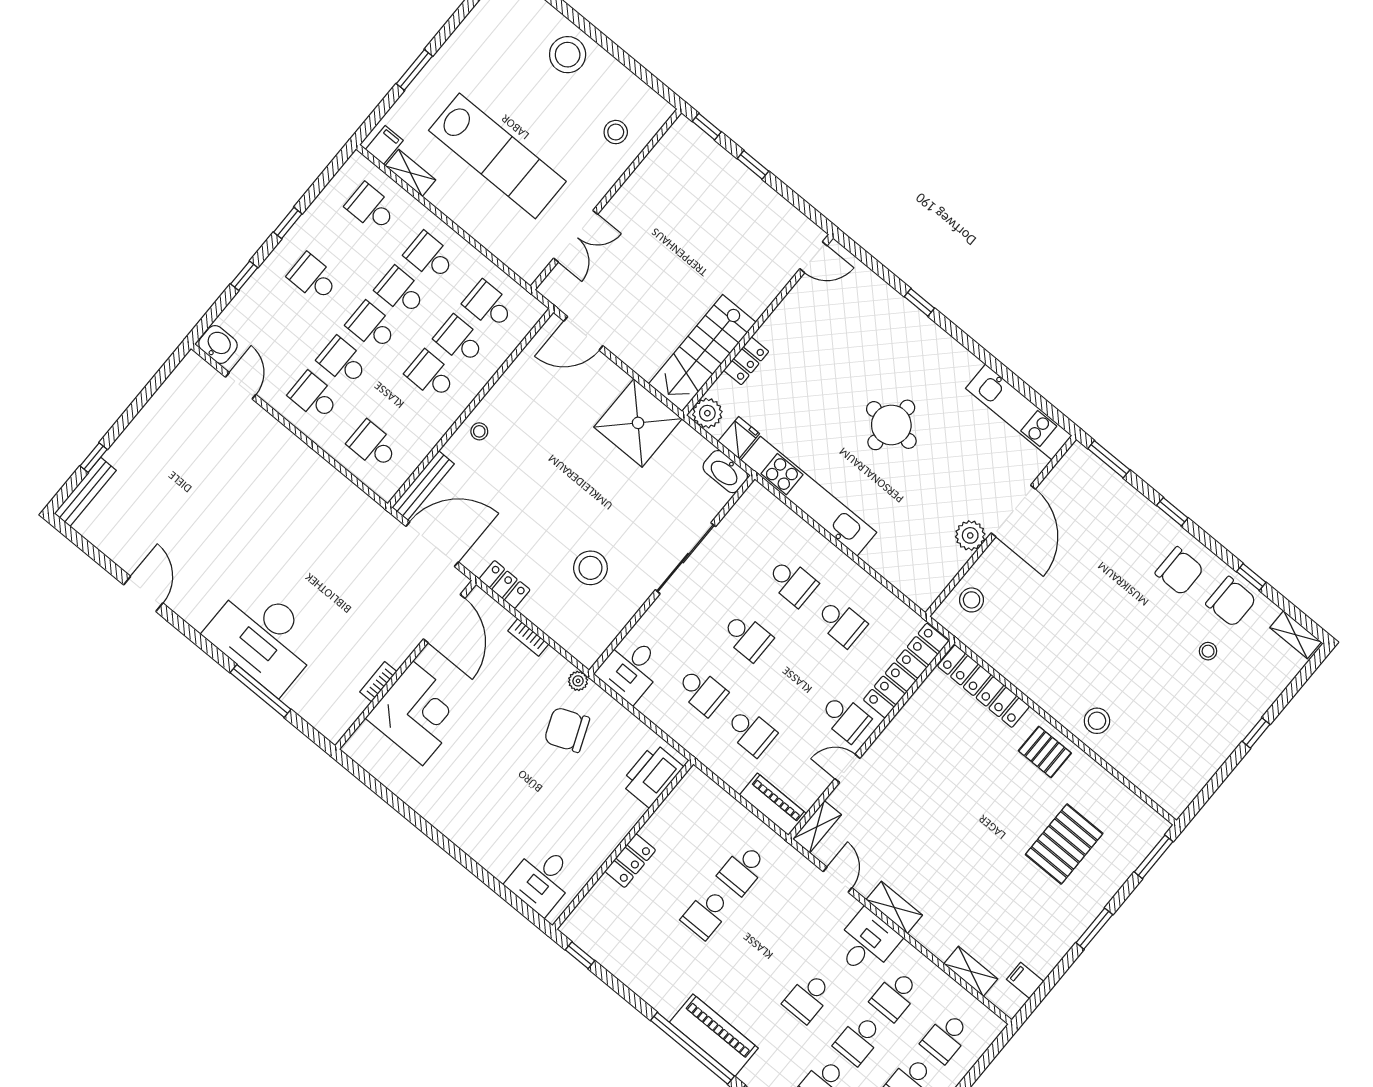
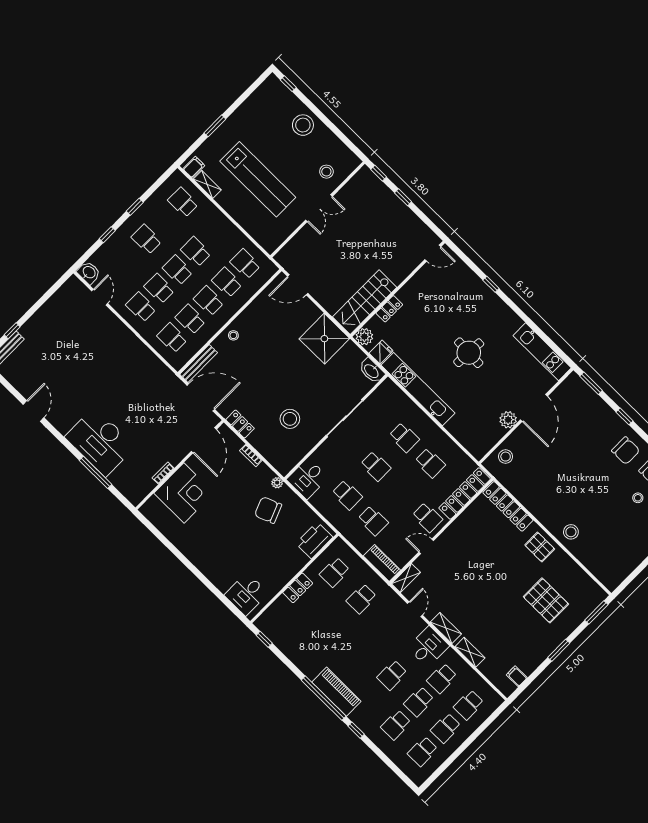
double door: (576, 236) -> (319, 208), moved
school desk: (430, 256) -> (190, 319), moved
pallet: (1064, 844) -> (546, 600), turned 90
school desk: (706, 914) -> (335, 572), moved
shelving: (971, 971) -> (470, 652), moved

